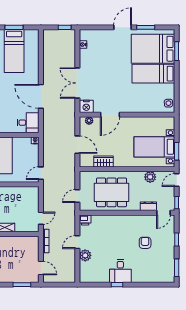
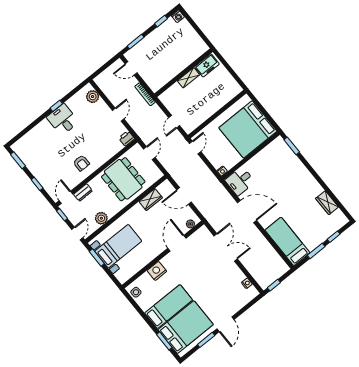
bed: (14, 51) -> (287, 241), moved
nightstand: (86, 106) -> (157, 271), moved
dining table: (112, 192) -> (123, 179), turned 90
door: (41, 218) -> (174, 122), moved
armchair: (145, 243) -> (81, 163), moved
plant: (85, 255) -> (93, 97), moved

